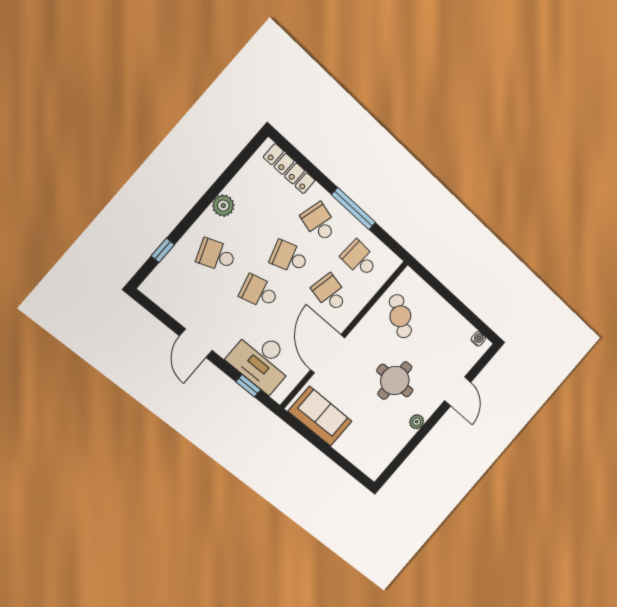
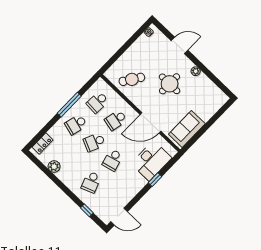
locker: (289, 169) -> (43, 143), width x0.66
plant: (223, 206) -> (54, 166), moved
school desk: (289, 257) -> (94, 142), turned 42
door: (196, 343) -> (119, 217), moved
window: (248, 386) -> (155, 180), moved

